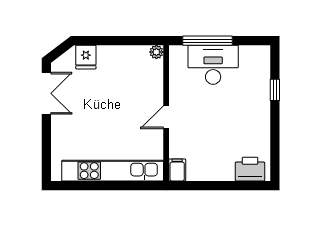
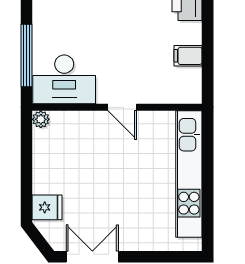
desk: (213, 65) -> (64, 79), moved, turned -90
filing cabinet: (177, 170) -> (188, 56), moved

